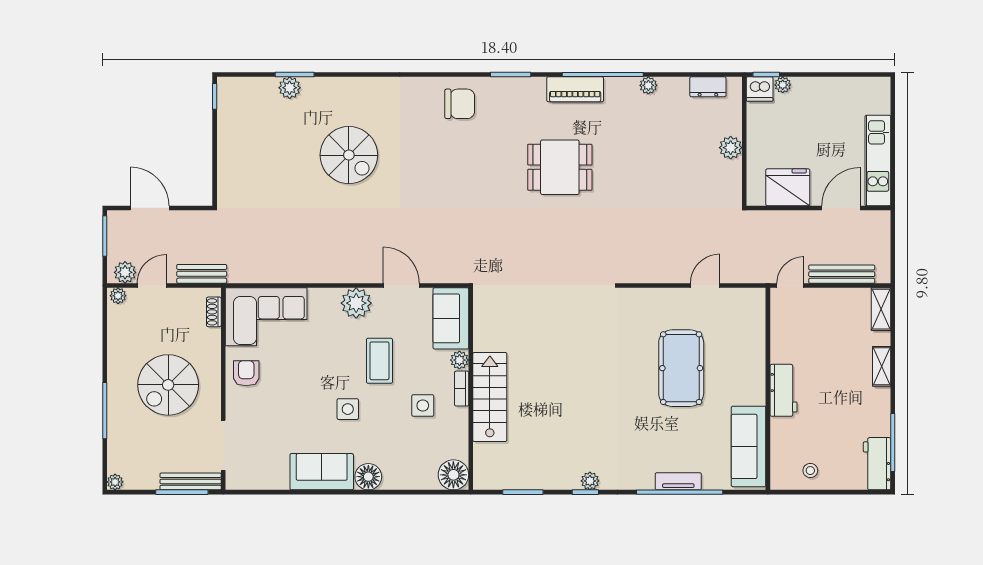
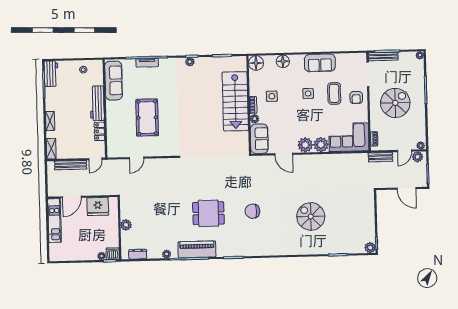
plant: (290, 88) -> (370, 248), moved
piano: (575, 89) -> (197, 249), width x1.37, depth x1.33
chair: (460, 104) -> (252, 211), moved
plant: (324, 303) -> (321, 145), added
locker: (780, 342) -> (99, 131), added
coffee table: (379, 361) -> (334, 93), moved
armchair: (246, 373) -> (356, 98), moved
workbench: (784, 390) -> (97, 103), width x1.38
stairs: (490, 397) -> (235, 101), width x1.36, depth x1.51
floor lamp: (368, 477) -> (283, 61), moved

